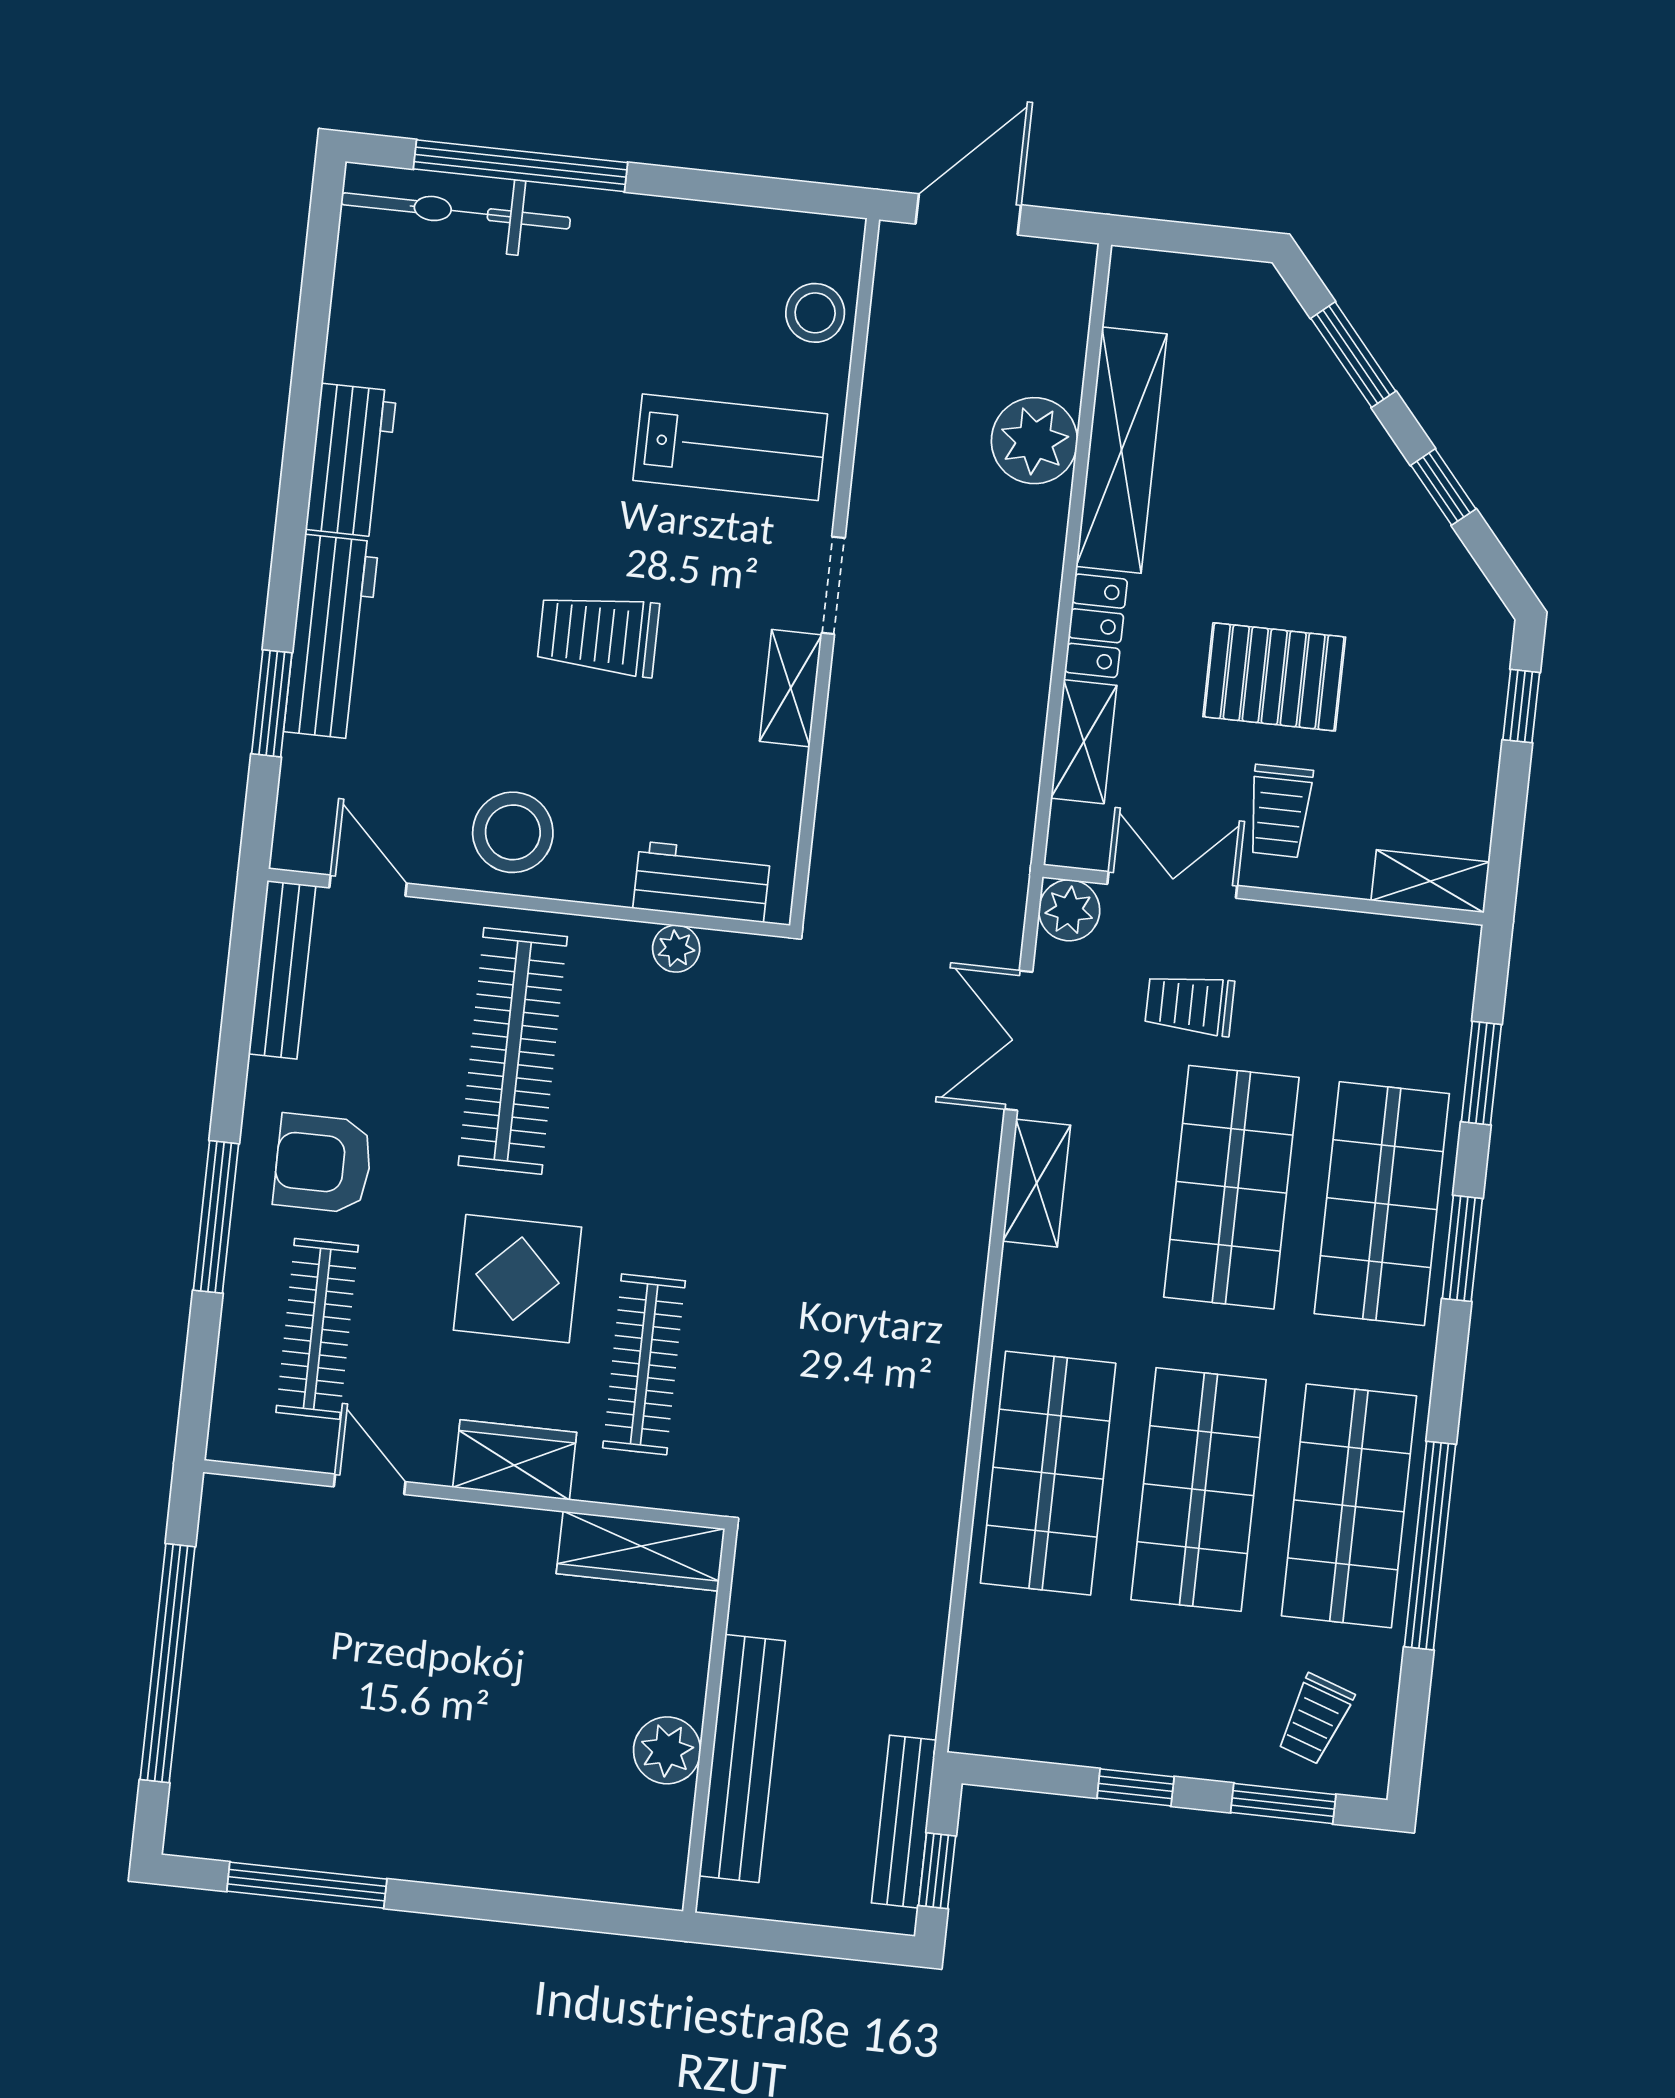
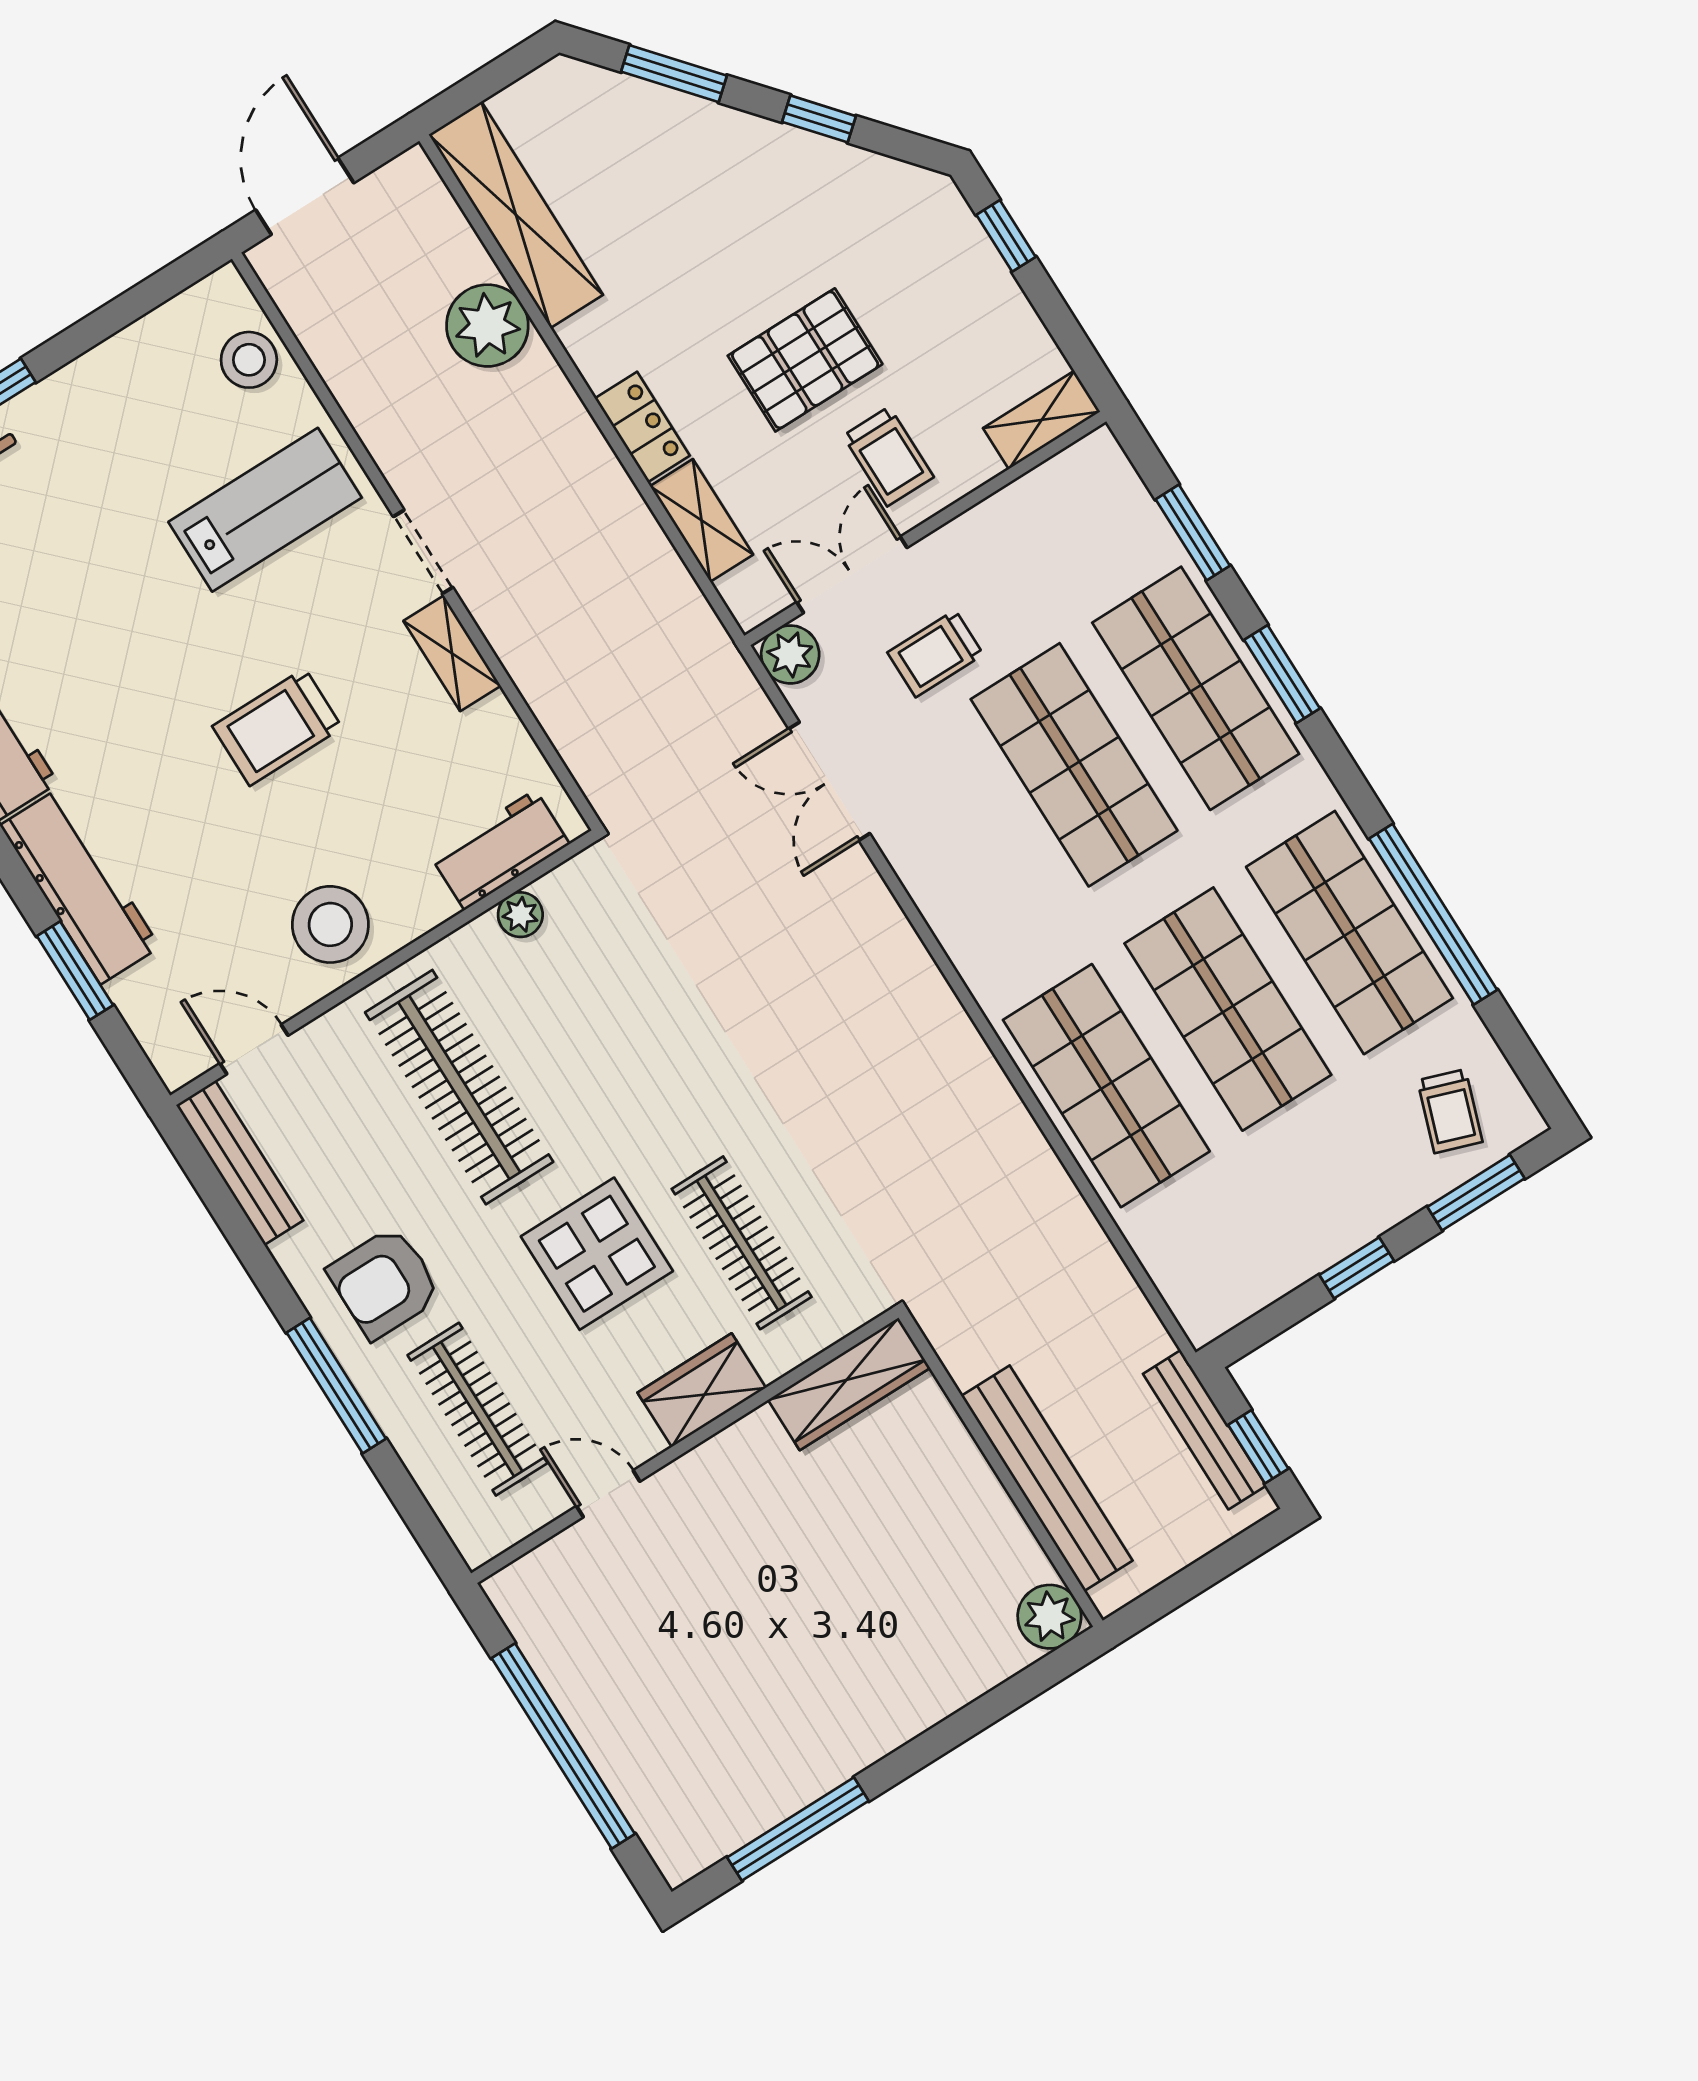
shelving: (1122, 450) -> (516, 215), moved
shelving: (1037, 1183) -> (927, 877), removed
plant: (667, 1750) -> (1049, 1617), moved

